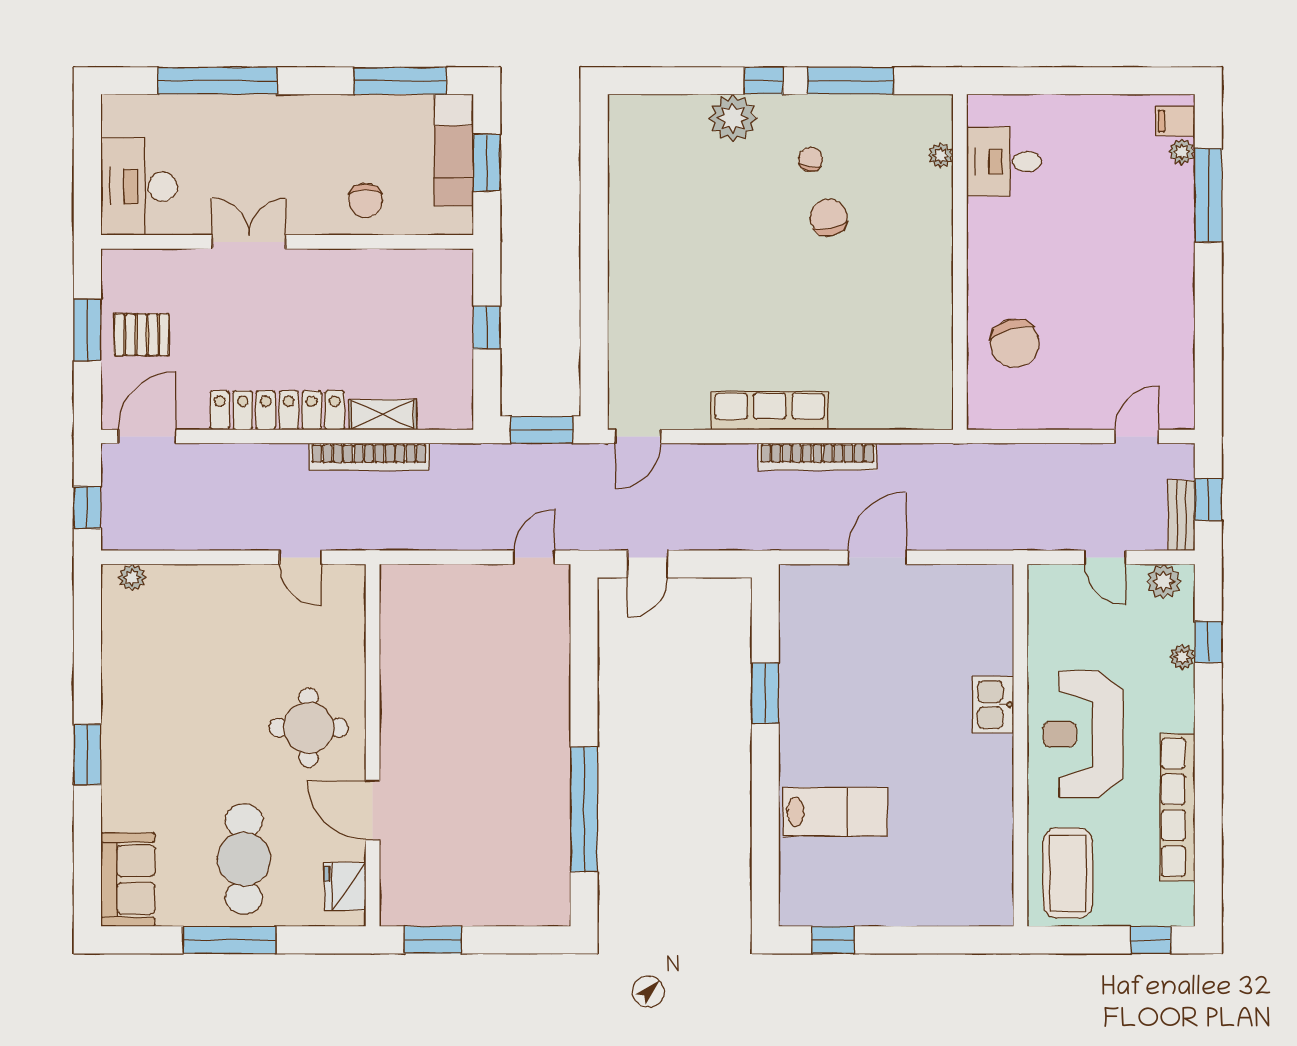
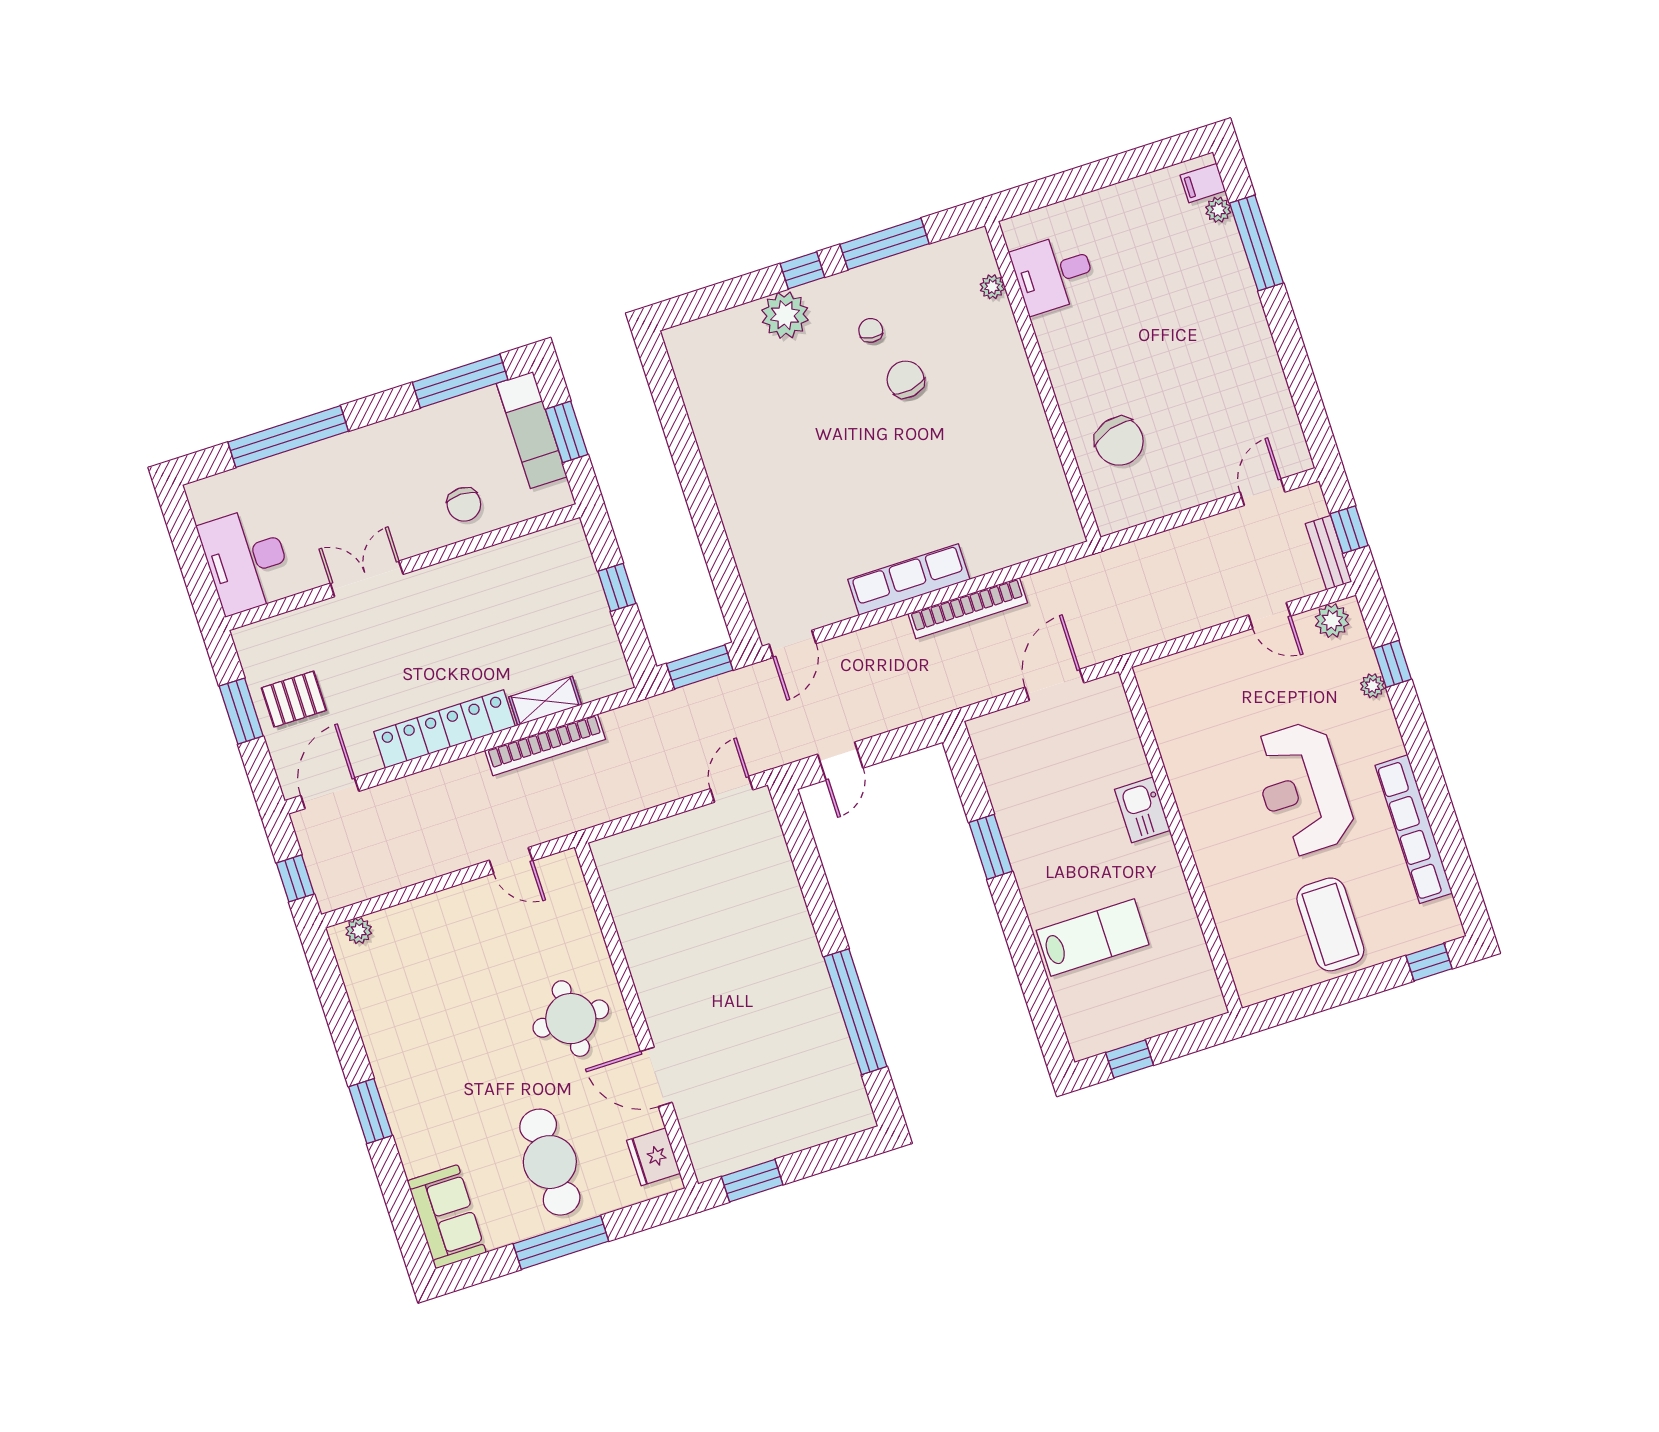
kitchen sink: (993, 705) -> (1142, 810), moved
wall: (1020, 745) -> (1180, 840), moved

